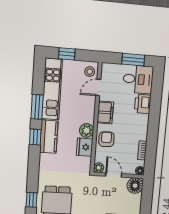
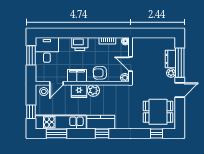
door: (98, 88) -> (56, 83), hinge flipped
printer: (143, 104) -> (80, 44), moved
window: (37, 107) -> (57, 134), moved
fridge: (85, 147) -> (79, 91), moved
door: (114, 175) -> (131, 64), hinge flipped
floor lamp: (135, 186) -> (139, 44), removed

